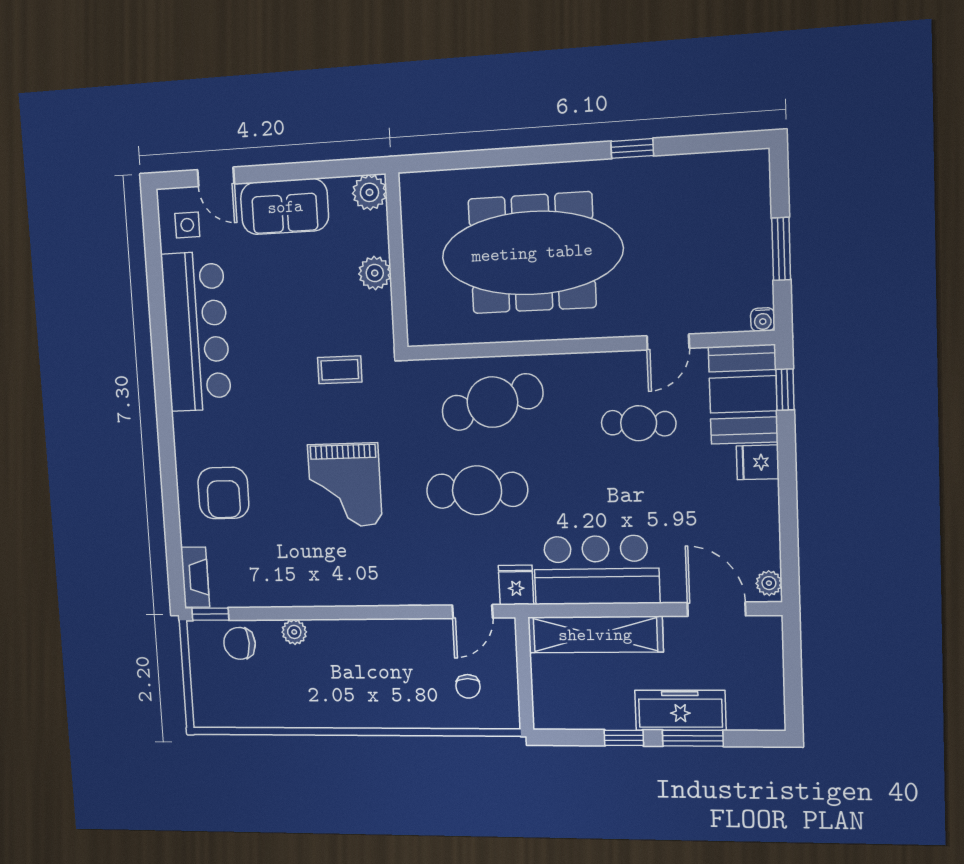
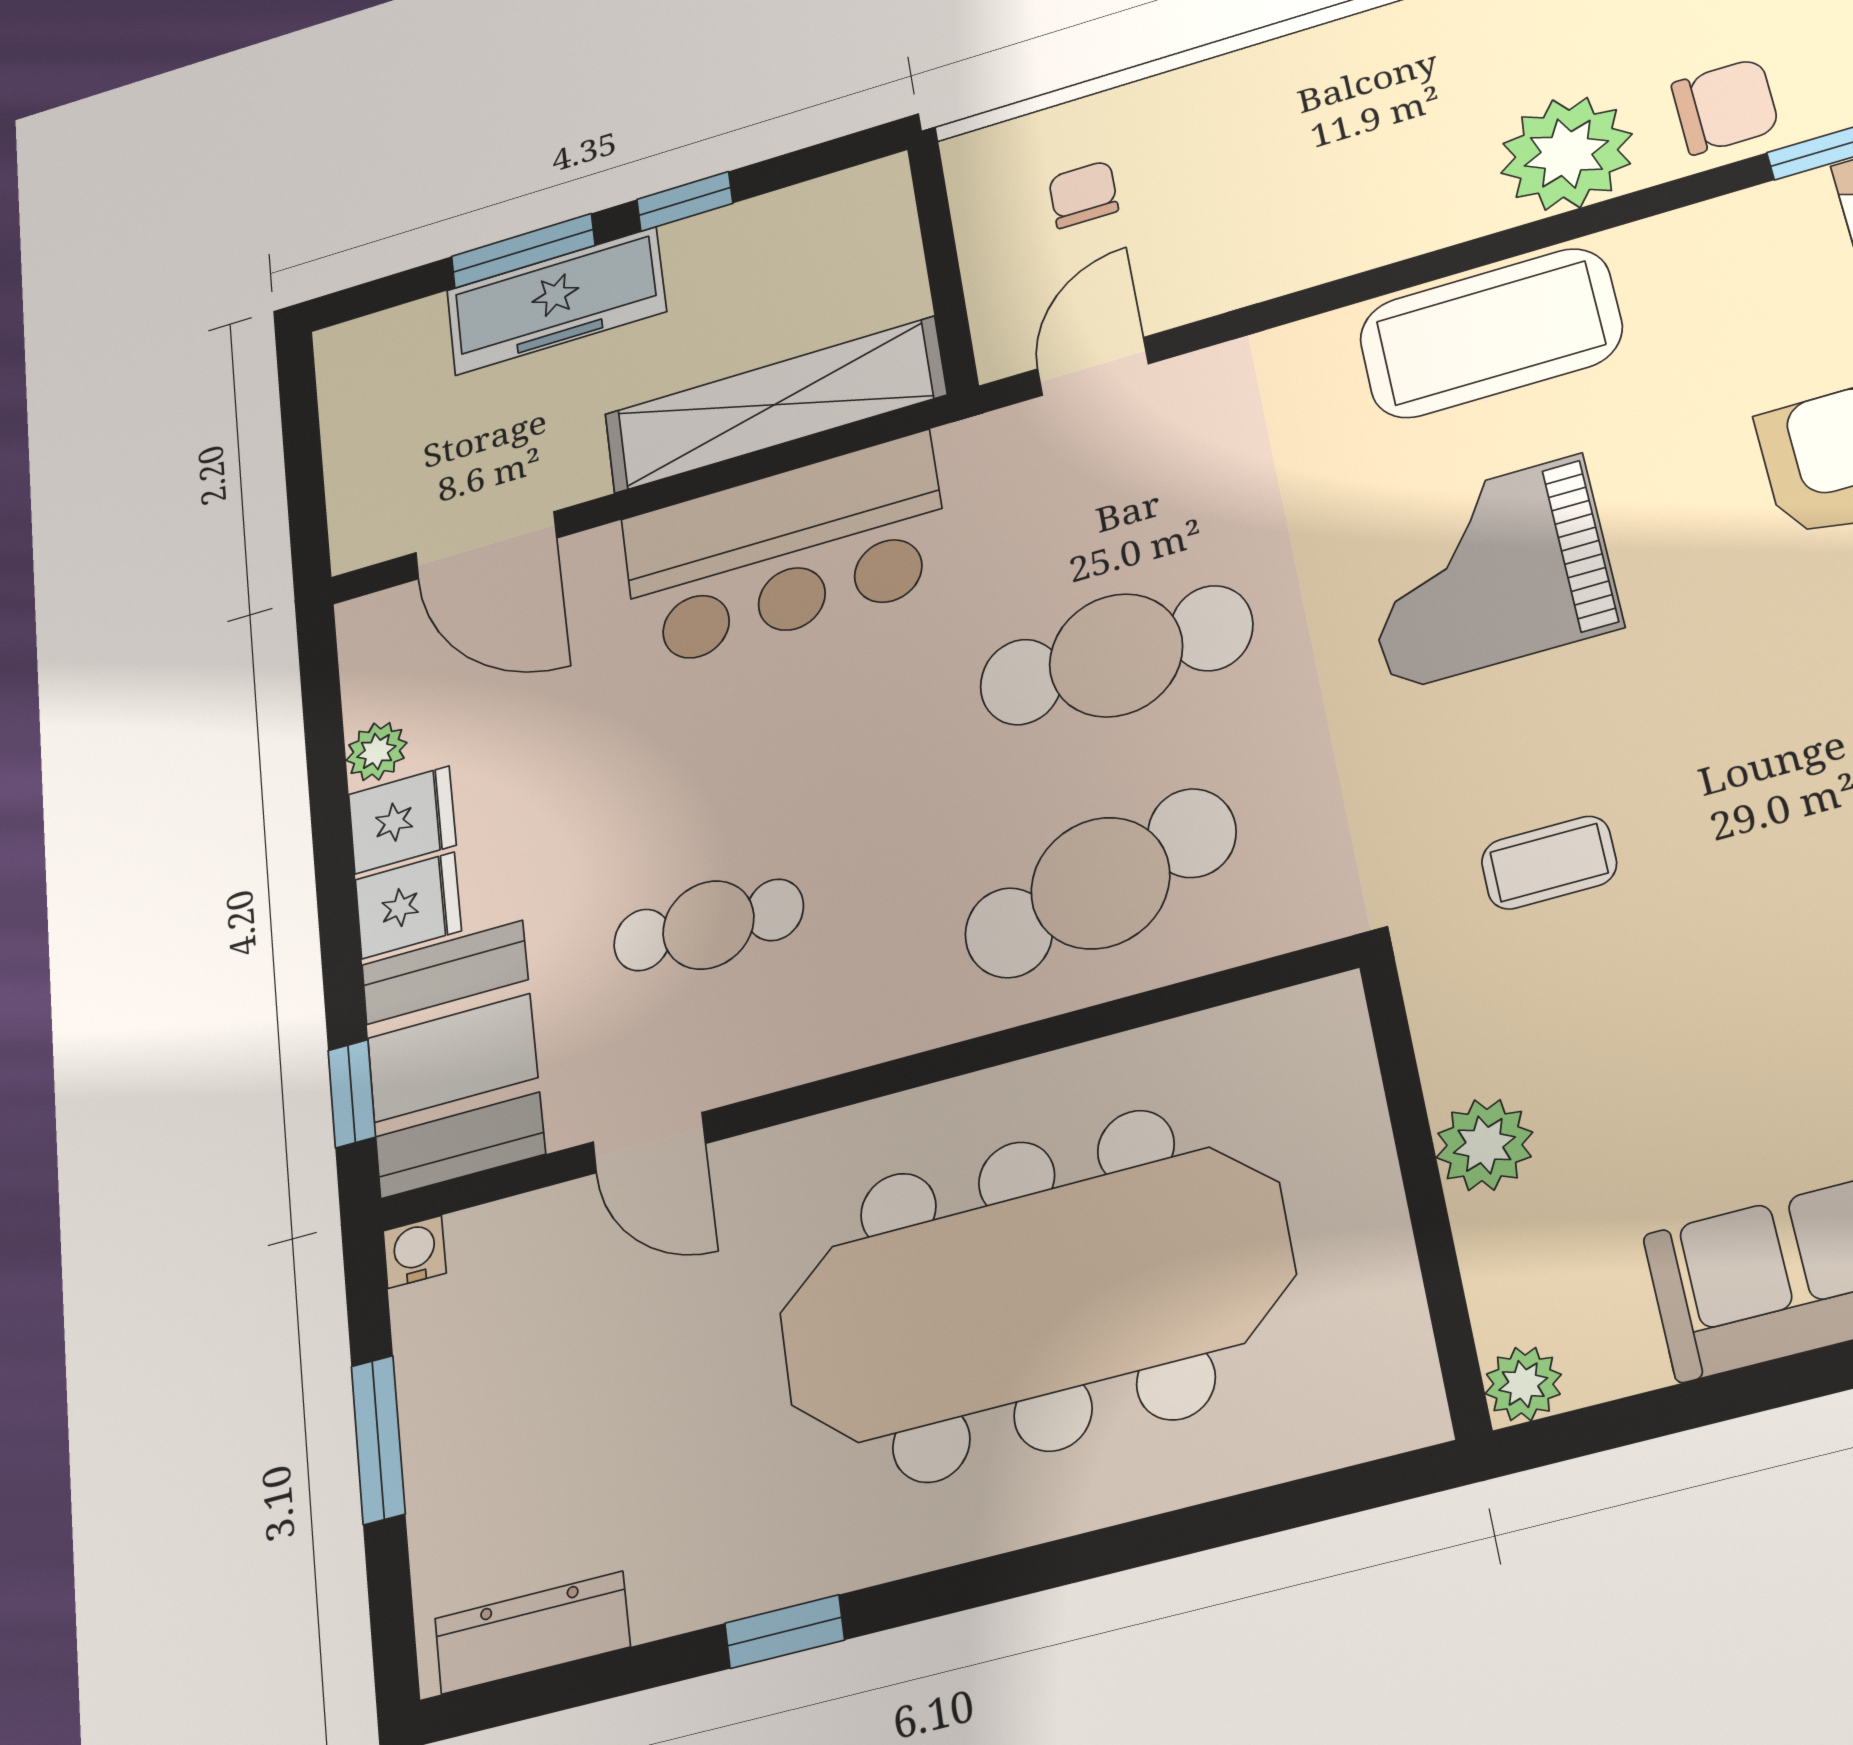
dresser: (726, 165) -> (532, 1633), added
plant: (369, 192) -> (1523, 1384), width x0.73, depth x0.73
door: (668, 342) -> (649, 1143), swing flipped
grand piano: (345, 485) -> (1487, 572), turned -90
coffee table: (331, 579) -> (1490, 333), added
plant: (769, 583) -> (376, 751), moved
fridge: (516, 585) -> (402, 820), moved, turned -90
plant: (294, 632) -> (1566, 153), width x1.87, depth x1.87

